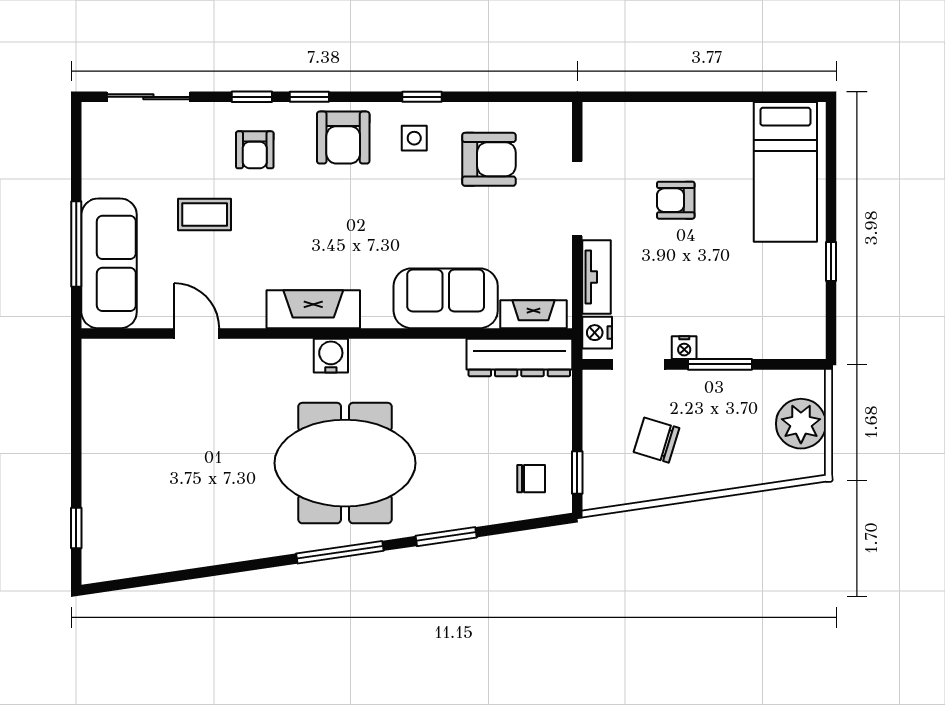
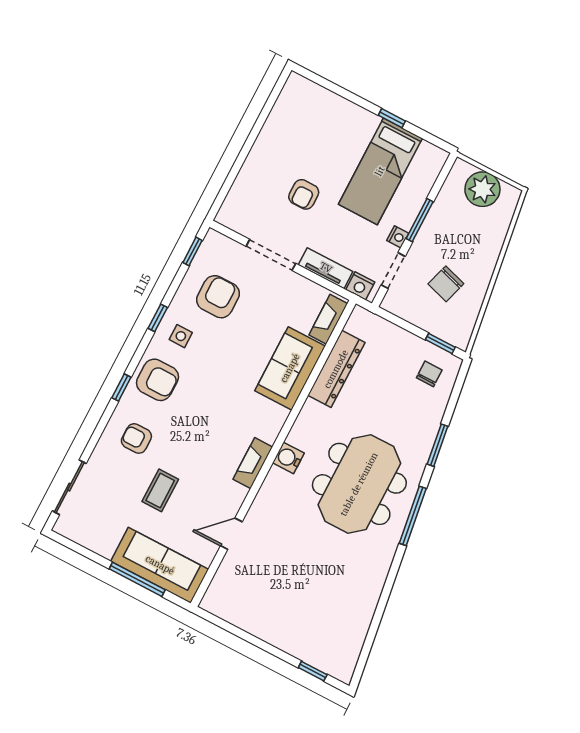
window: (252, 97) -> (193, 251), moved
armchair: (255, 150) -> (136, 438), turned 180
bed: (785, 172) -> (380, 171), moved, turned 90
fireplace: (313, 309) -> (253, 463), width x0.73, depth x0.76
dresser: (519, 357) -> (336, 369), moved

